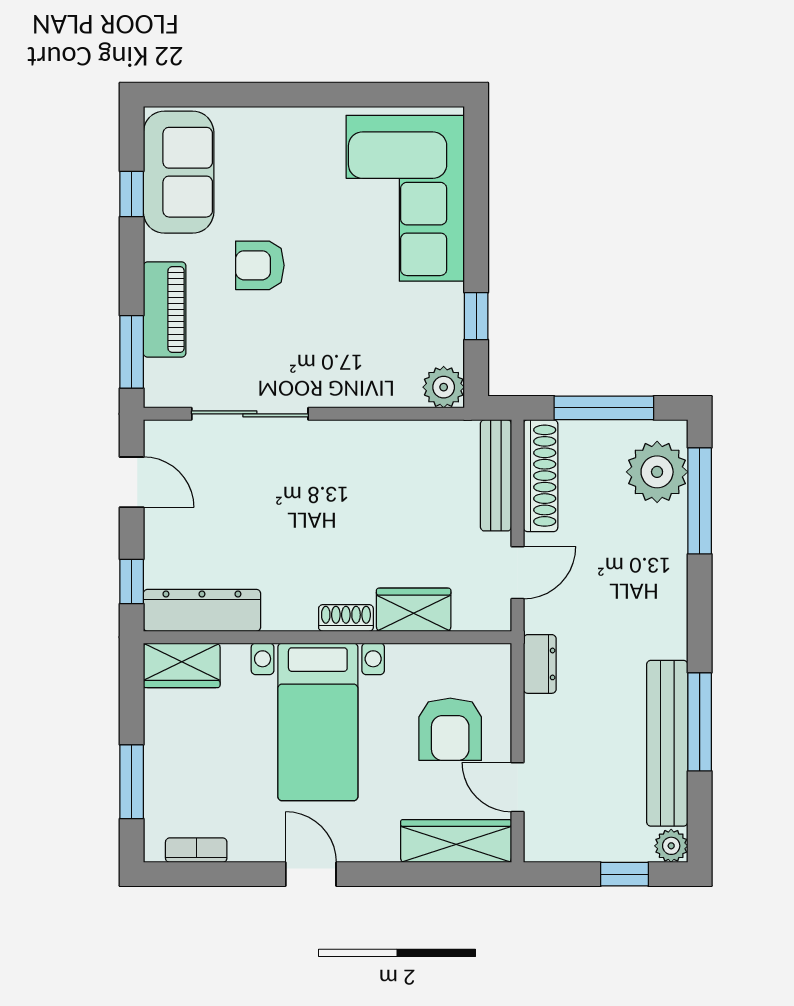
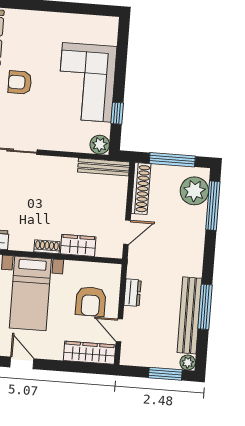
corner sofa: (405, 198) -> (87, 82), moved
bench: (496, 475) -> (104, 167), moved, turned 90
dresser: (540, 664) -> (133, 293), moved
window: (625, 874) -> (165, 374), width x1.50

